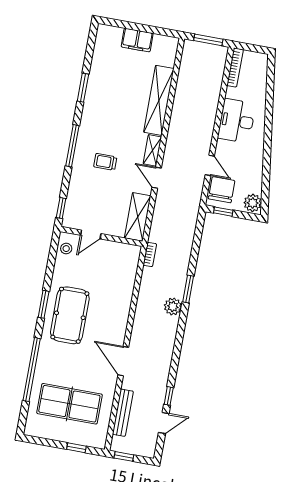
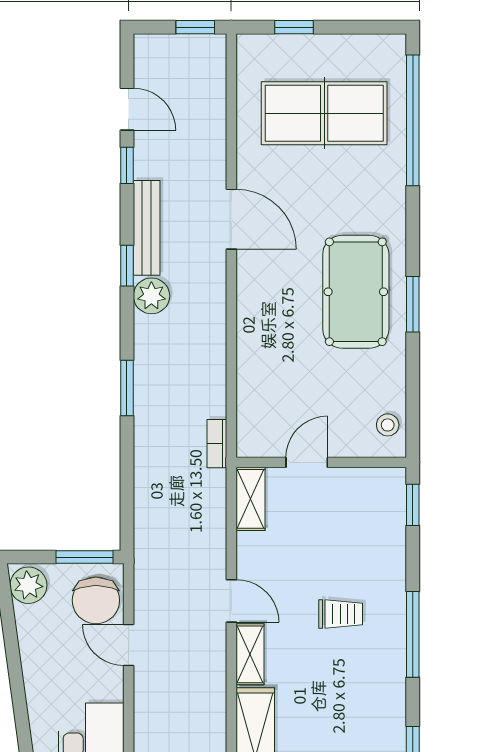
window: (223, 212) -> (85, 557), width x1.50
shelving: (138, 217) -> (250, 499), width x0.67, depth x0.75
door: (91, 234) -> (307, 462), moved
plant: (173, 307) -> (151, 296), moved
window: (177, 348) -> (127, 266), added
window: (32, 370) -> (413, 120), moved
bench: (123, 413) -> (147, 228), moved
door: (164, 423) -> (127, 109), swing flipped

